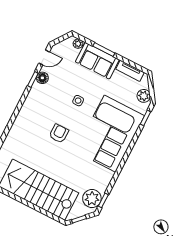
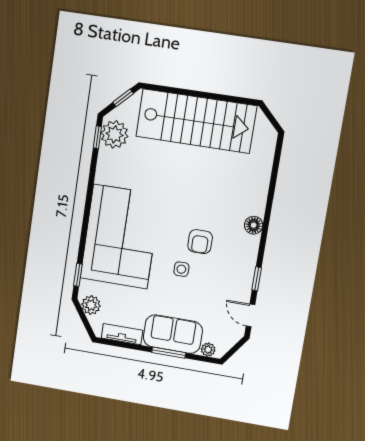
door: (44, 57) -> (250, 315), hinge flipped
floor lamp: (42, 78) -> (254, 225), moved
armchair: (59, 134) -> (200, 242), moved

